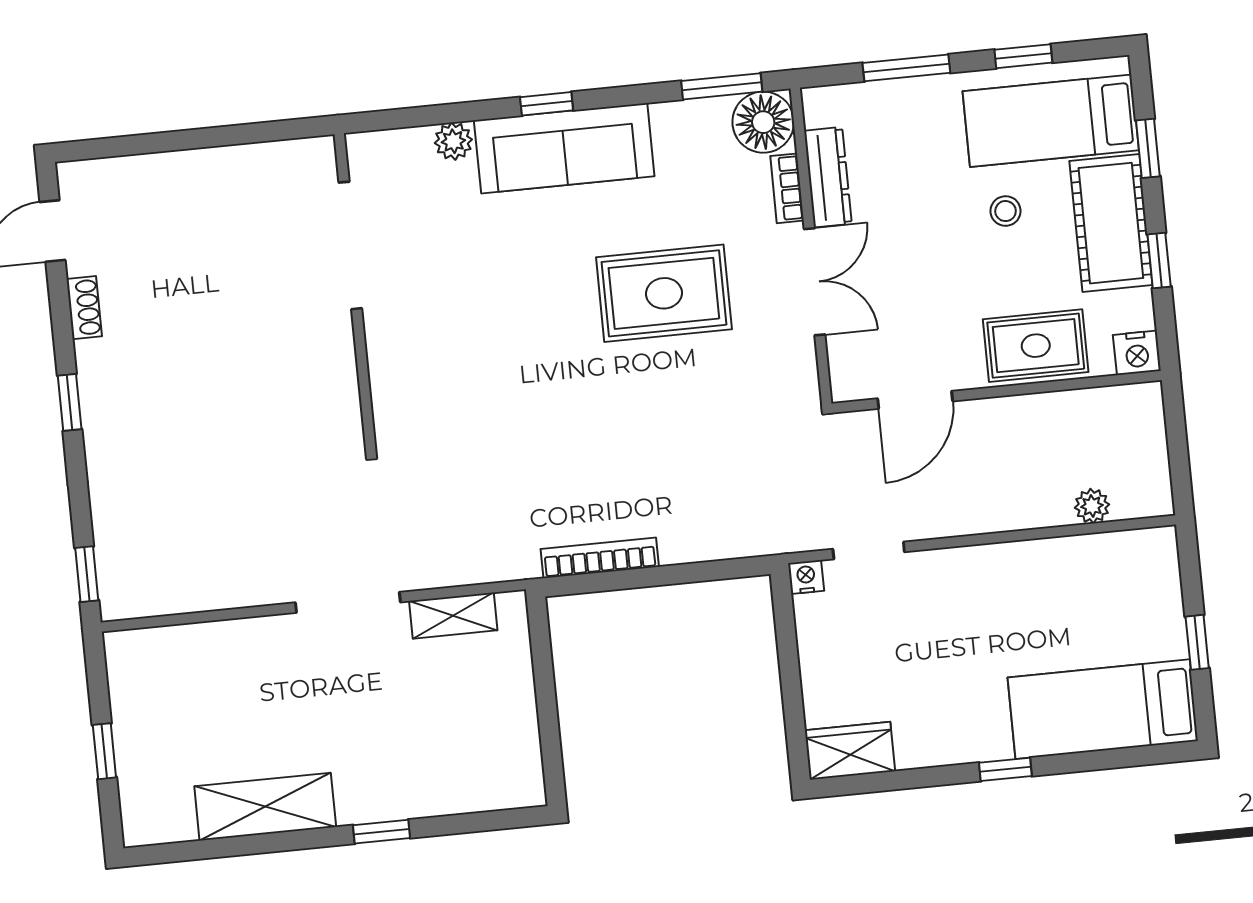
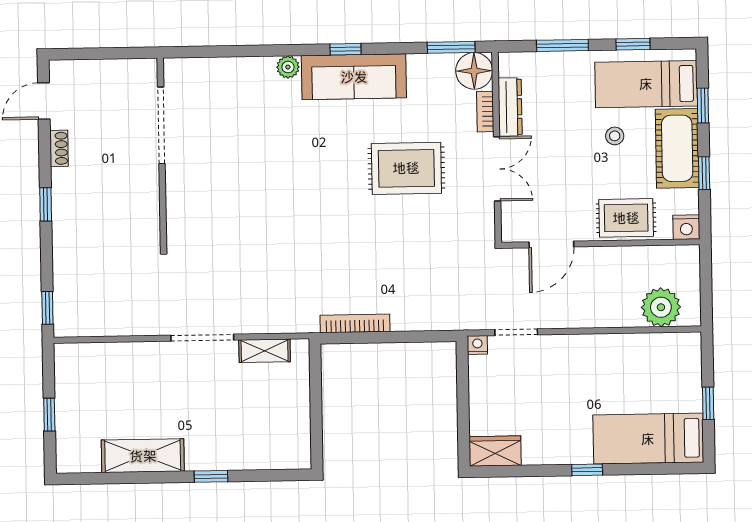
doorway: (350, 245) -> (161, 125), moved
wall: (355, 292) -> (162, 153), moved
plant: (1092, 506) -> (661, 307), width x1.87, depth x1.87

